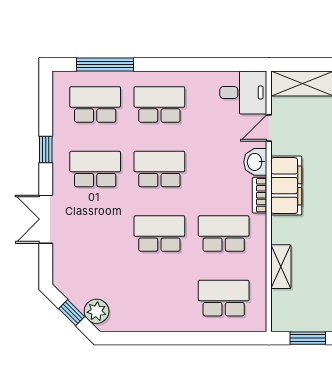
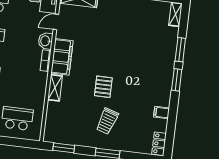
school desk: (224, 234) -> (22, 81), removed
shelving: (281, 267) -> (55, 88), moved

